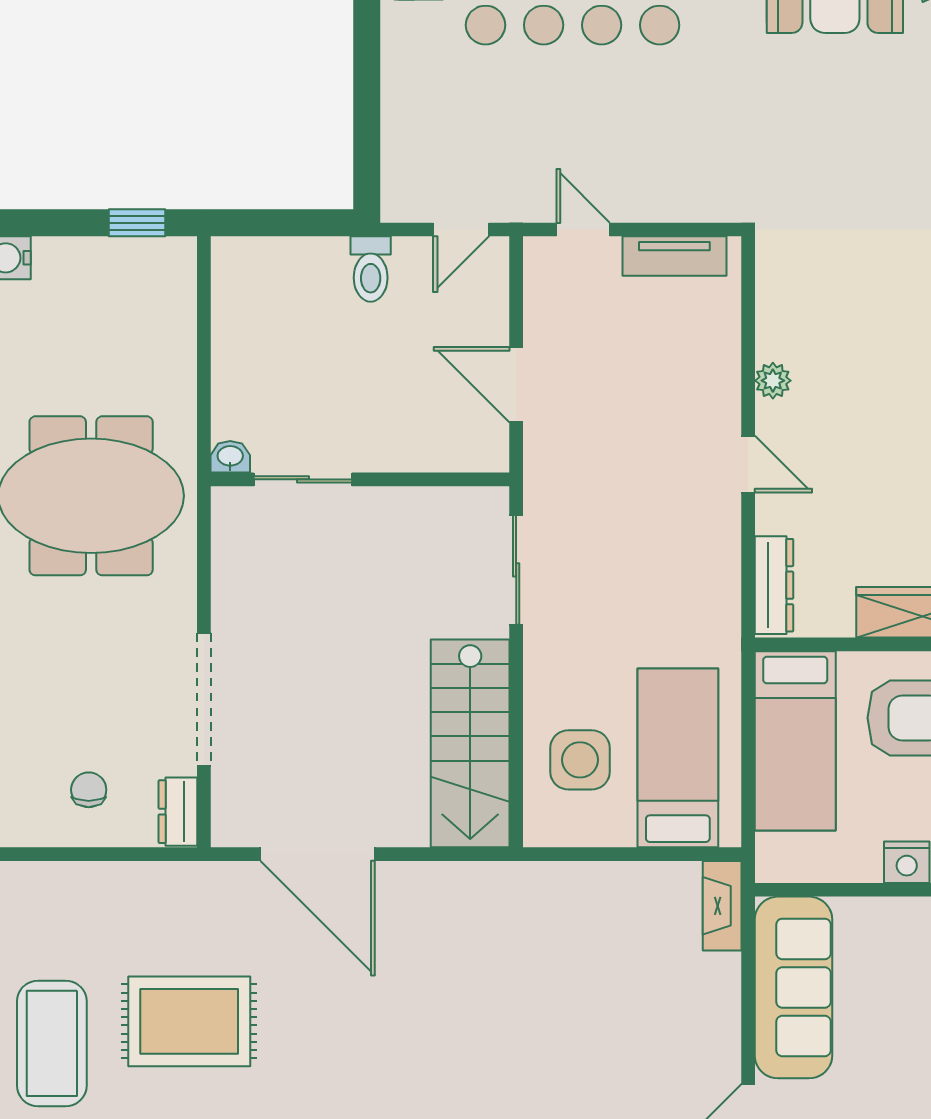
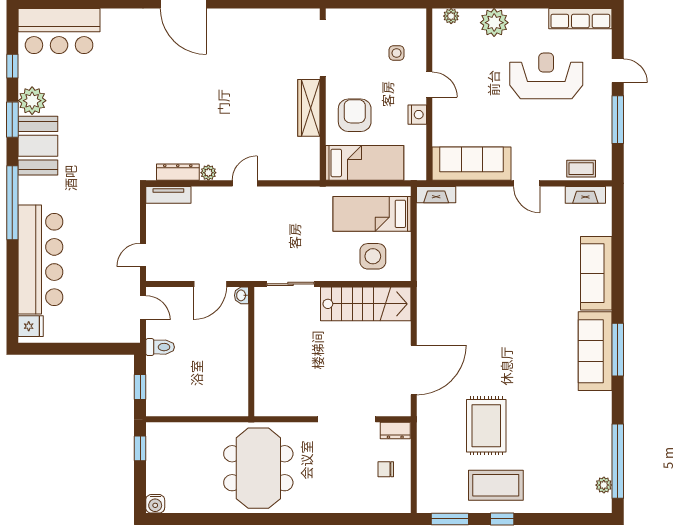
window: (278, 223) -> (140, 387), added
tv unit: (674, 256) -> (168, 195), moved, turned 90
washbasin: (230, 457) -> (241, 295), moved
sliding door: (303, 479) -> (251, 376), removed
dresser: (774, 585) -> (178, 172), moved

